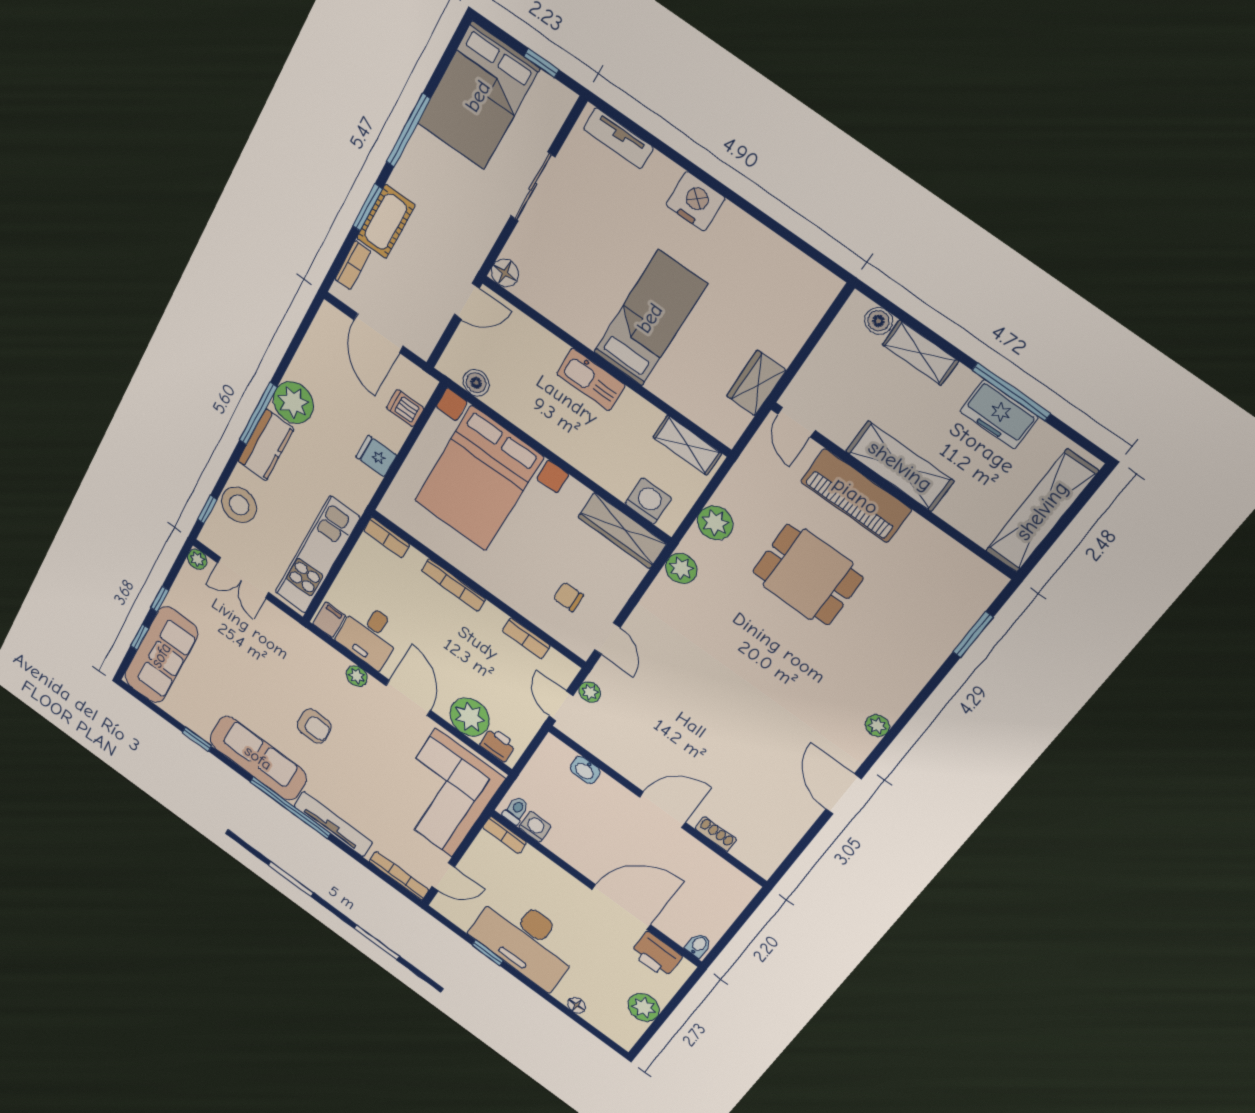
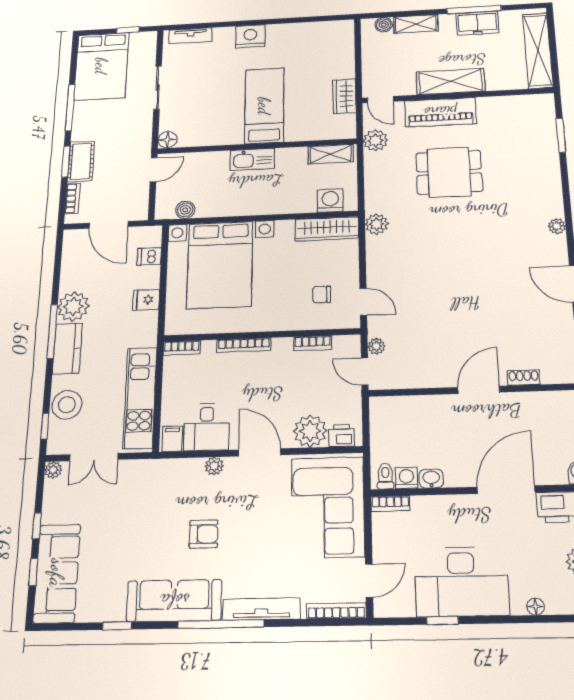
plant: (715, 523) -> (376, 140), moved
washbasin: (585, 770) -> (431, 479), moved, turned 180

